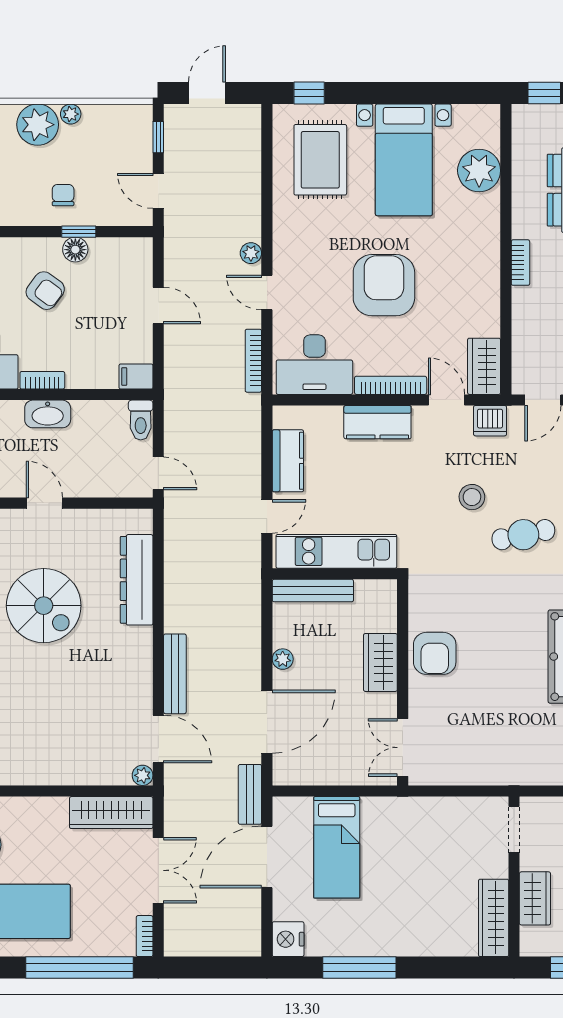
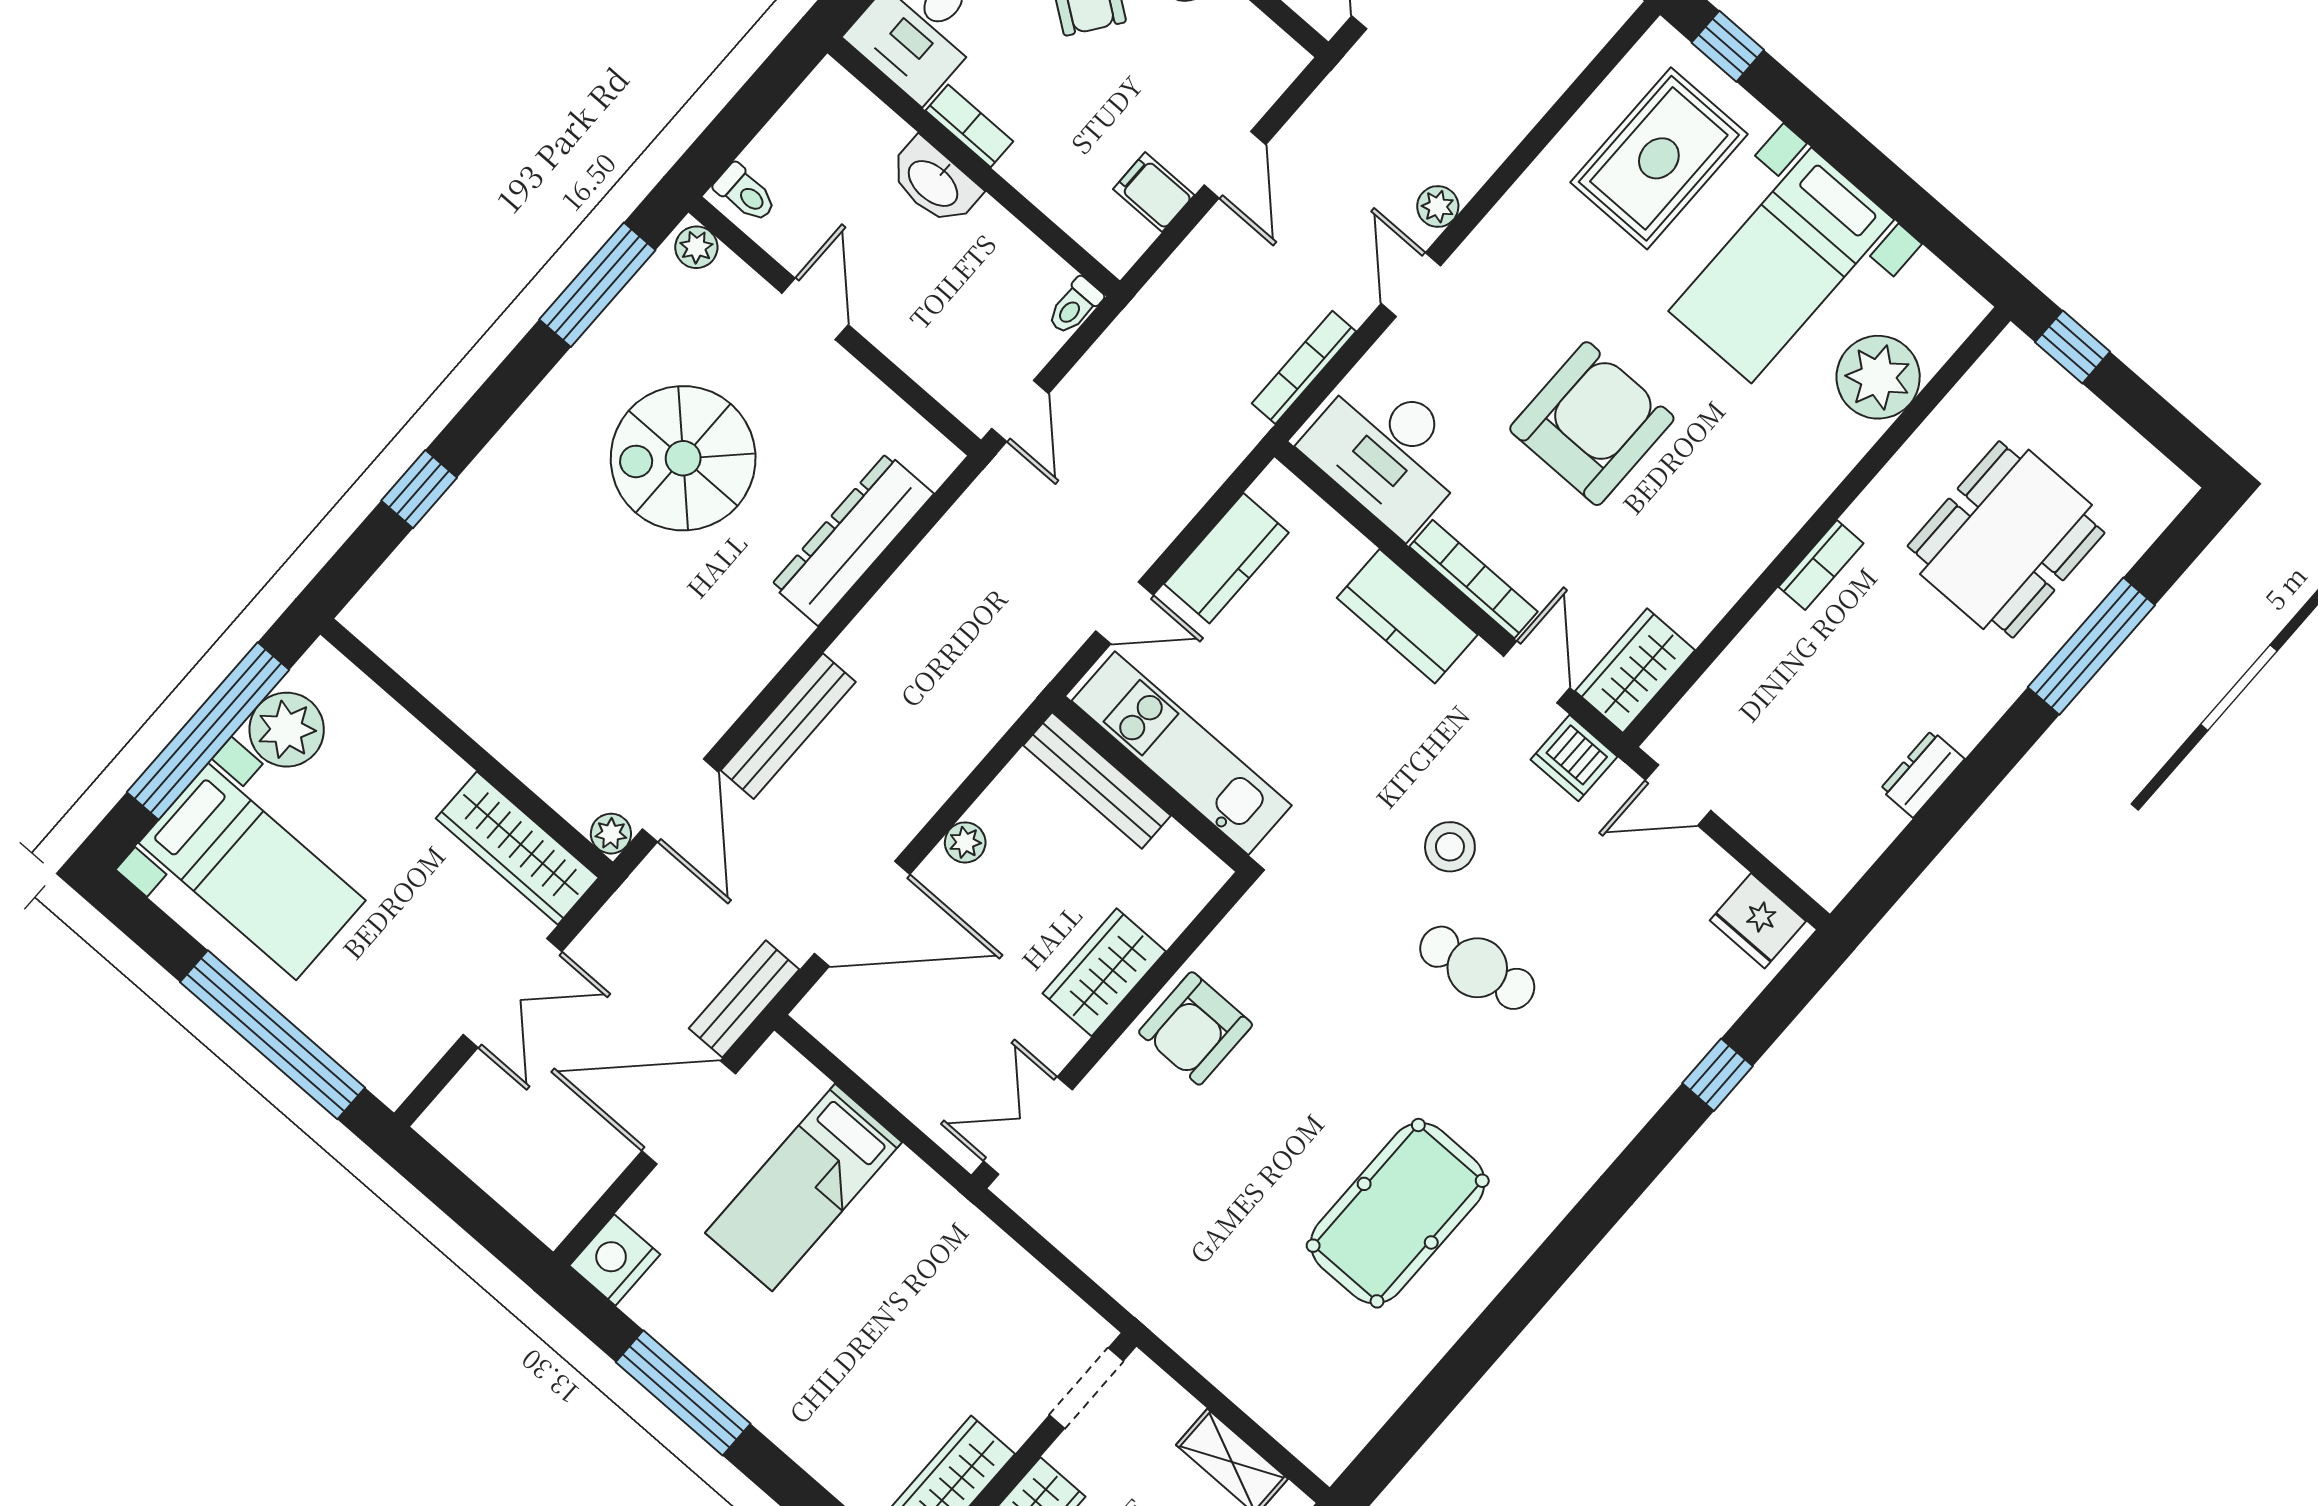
filing cabinet: (136, 376) -> (1154, 192), moved
toilet: (141, 420) -> (1075, 306), width x0.73, depth x0.72
spiral stairs: (44, 606) -> (683, 458), turned 90
bookcase: (145, 936) -> (408, 1072), removed

